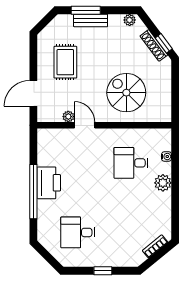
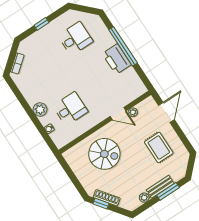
plant: (130, 20) -> (144, 198), moved

